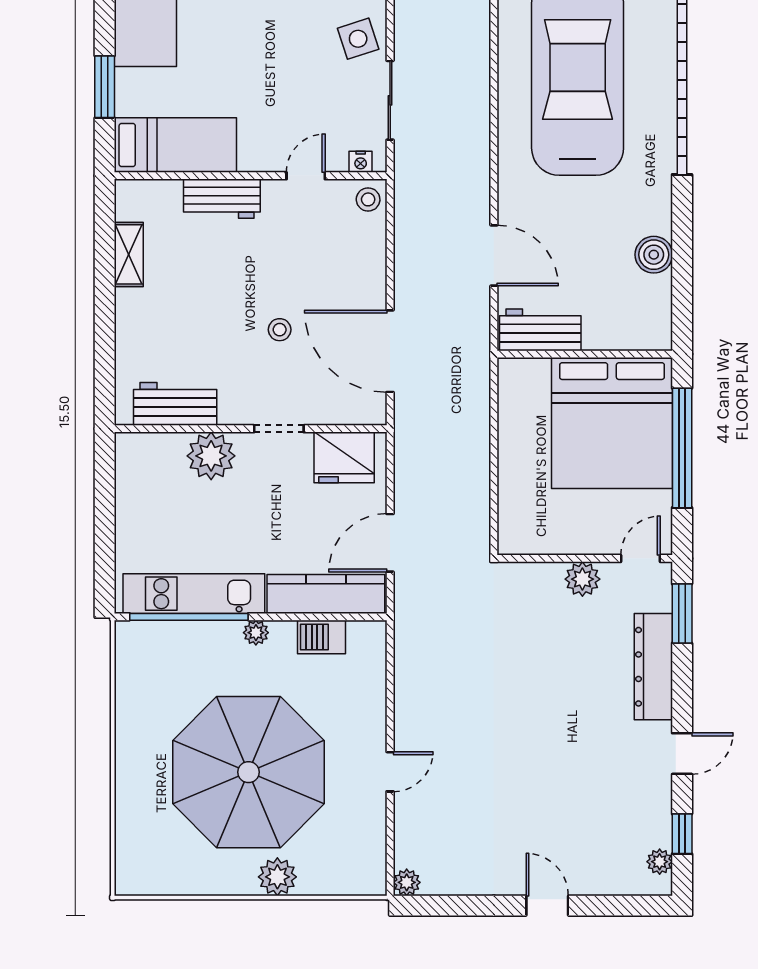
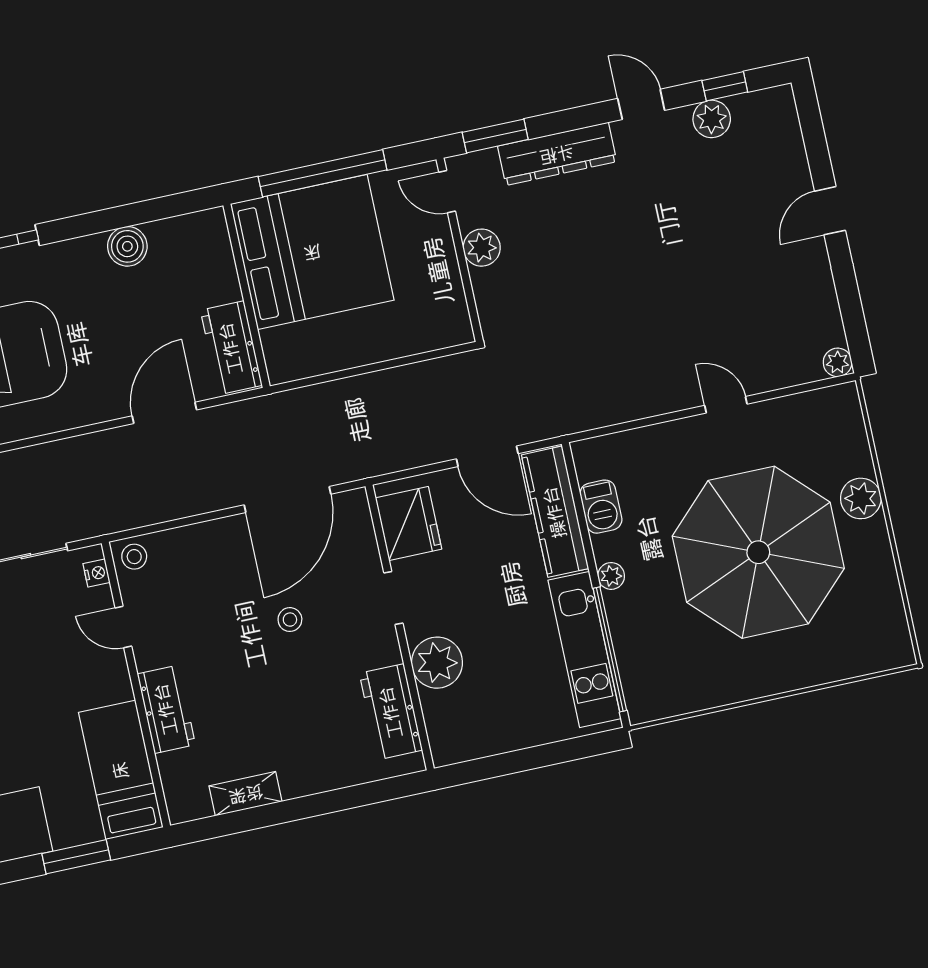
plant: (660, 862) -> (712, 119), moved, width x1.38, depth x1.38

